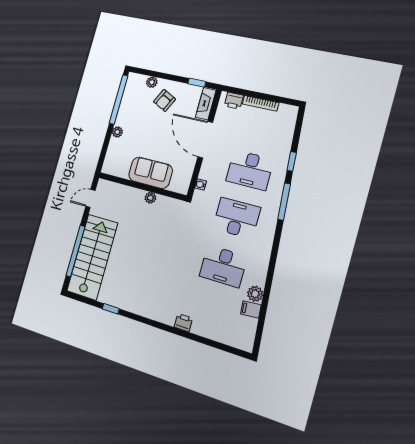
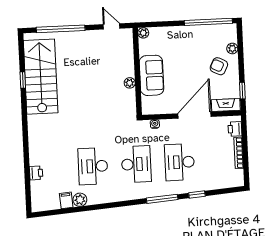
plant: (117, 132) -> (143, 33), moved
stairs: (92, 257) -> (41, 77), moved, turned -90
printer: (183, 323) -> (36, 173), moved

